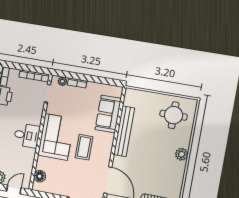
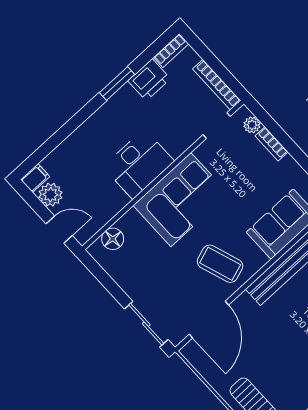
desk: (27, 135) -> (139, 164), width x1.37
coffee table: (84, 147) -> (220, 264), moved, turned 71

